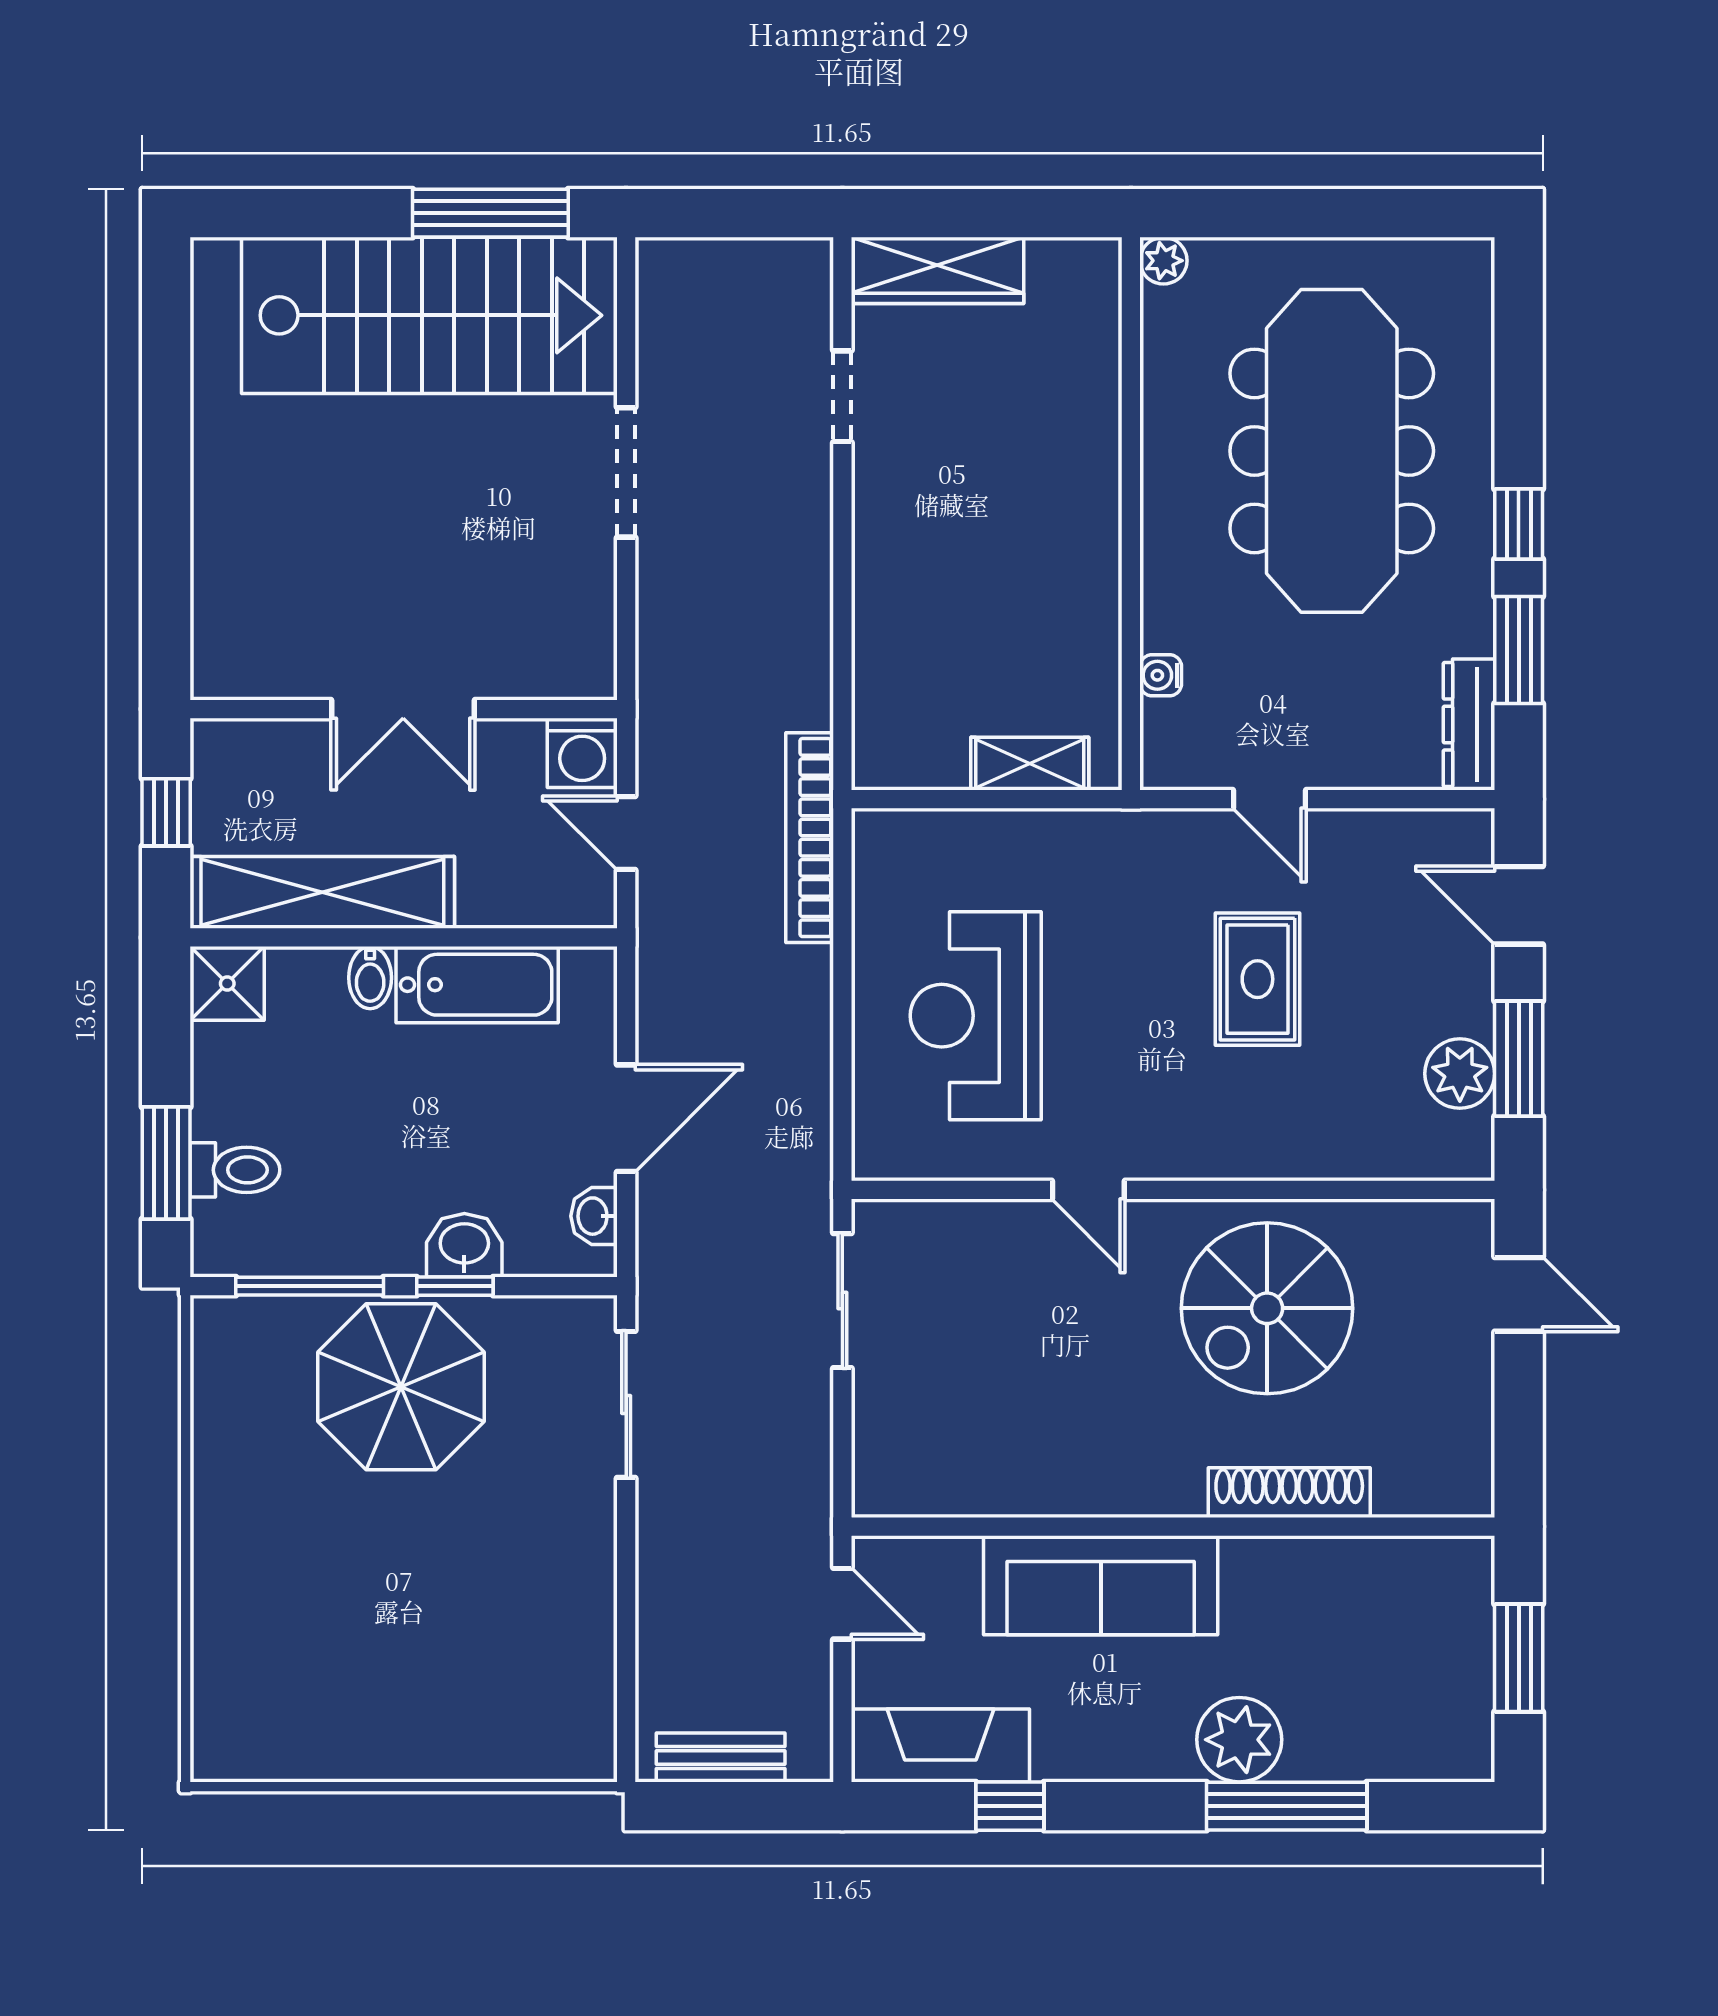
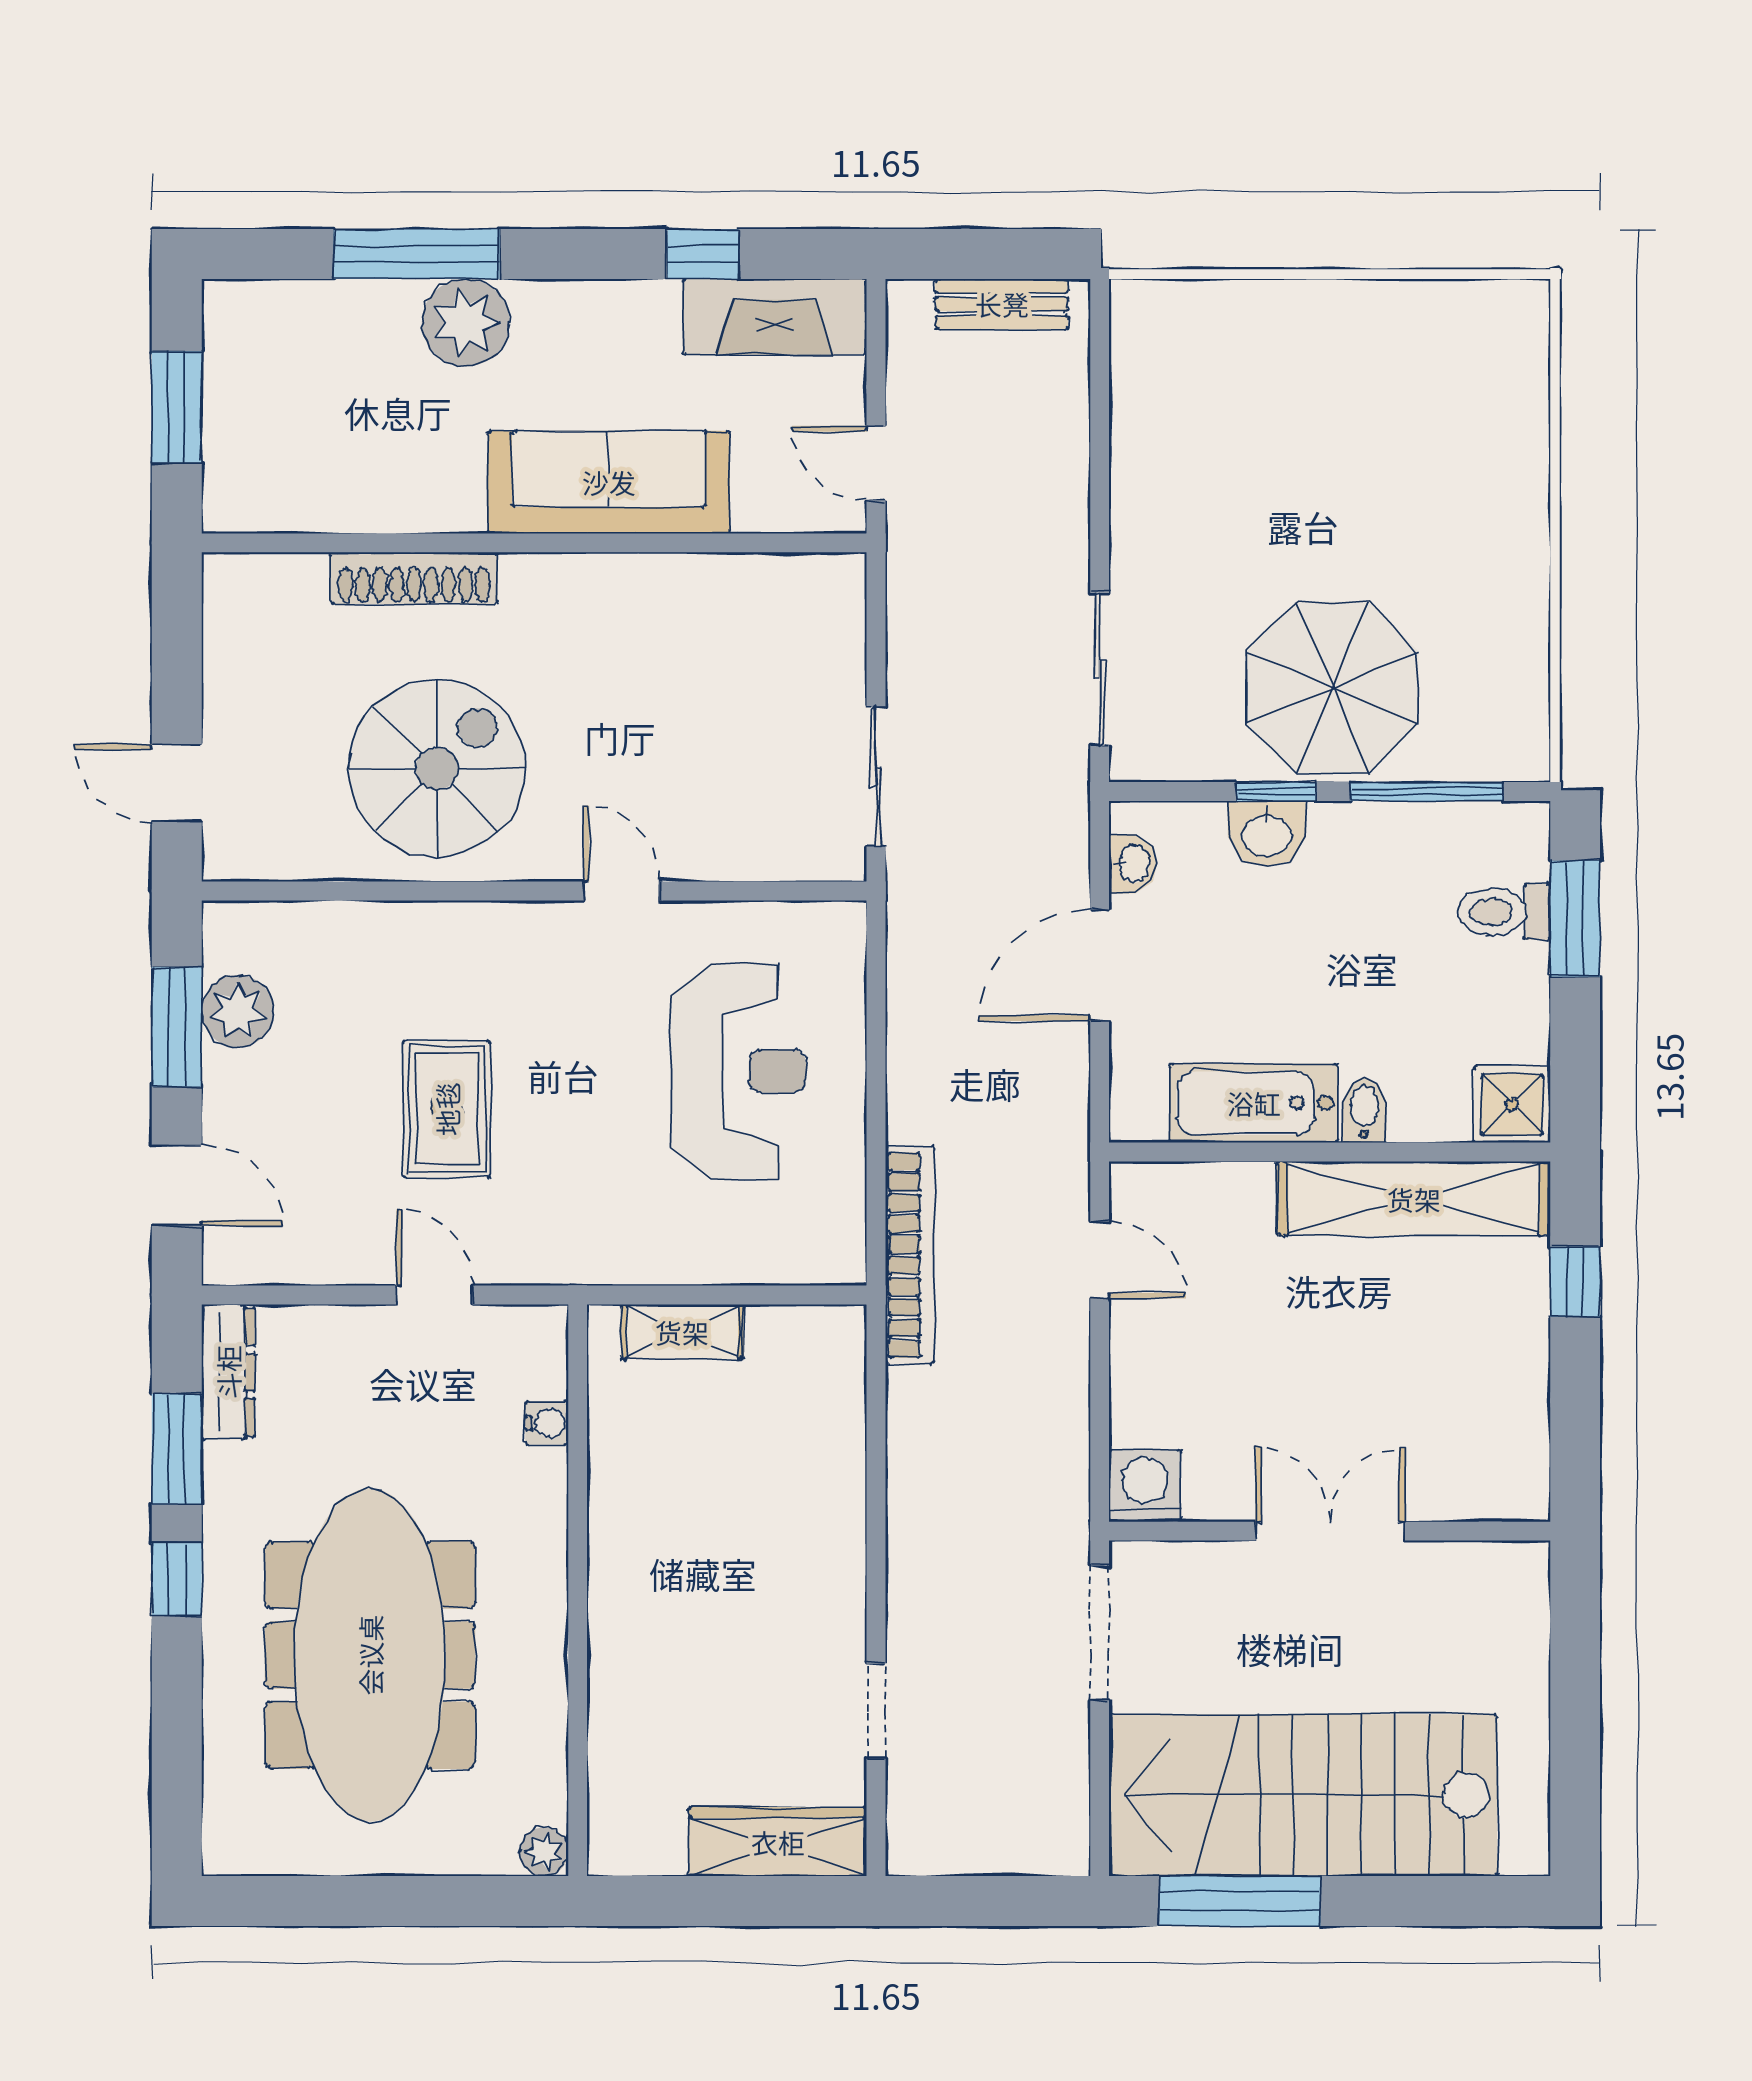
double door: (403, 709) -> (1330, 1531), moved
wall: (404, 709) -> (1330, 1531), moved
washing machine: (582, 753) -> (1145, 1486), moved

